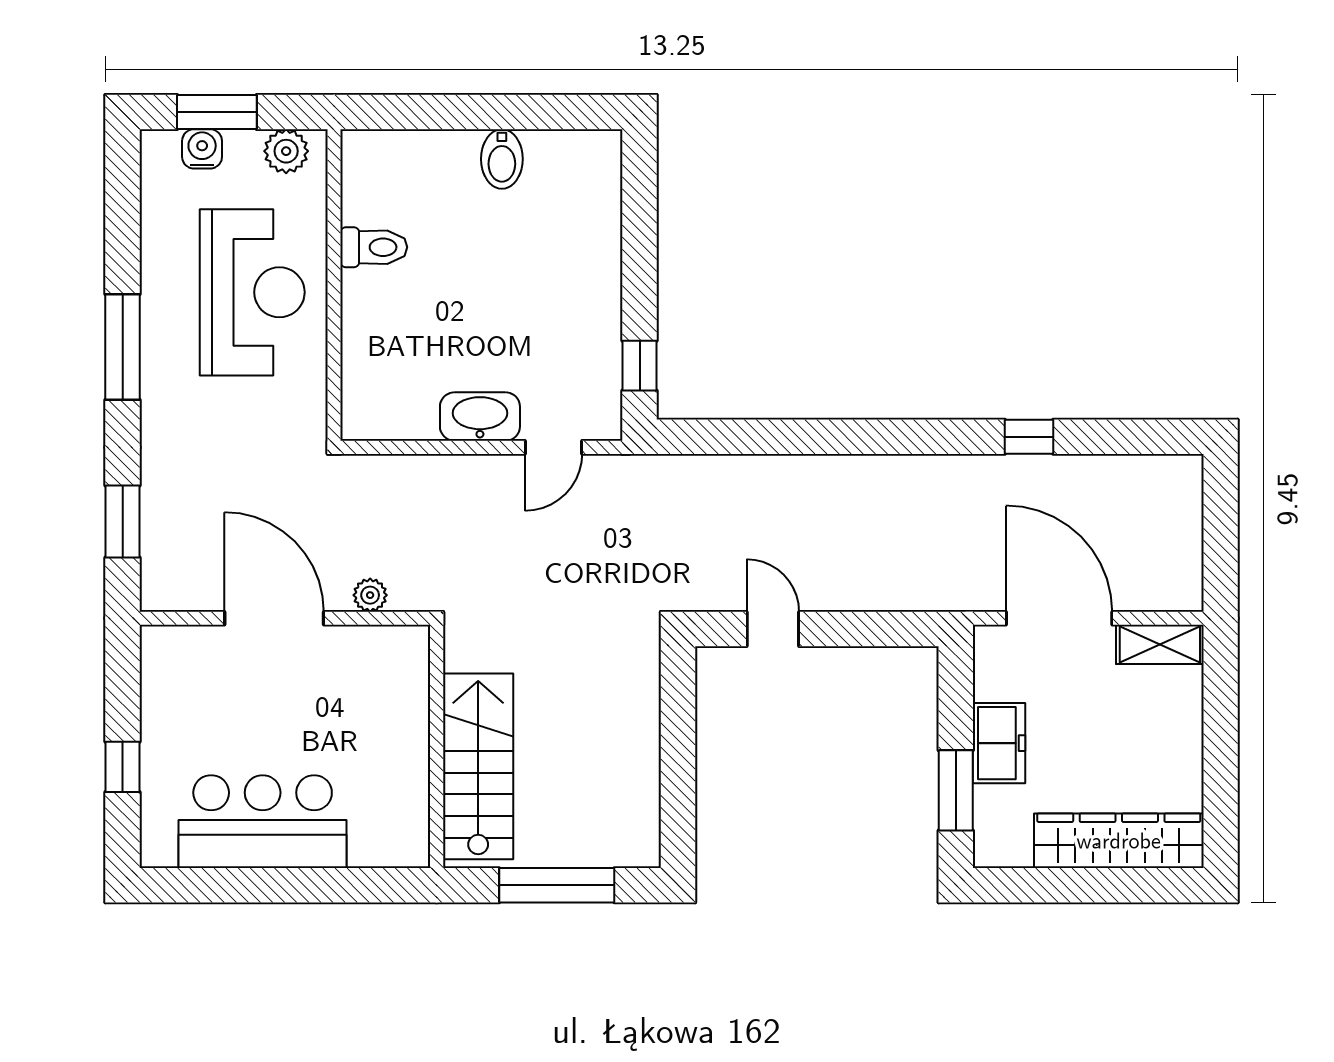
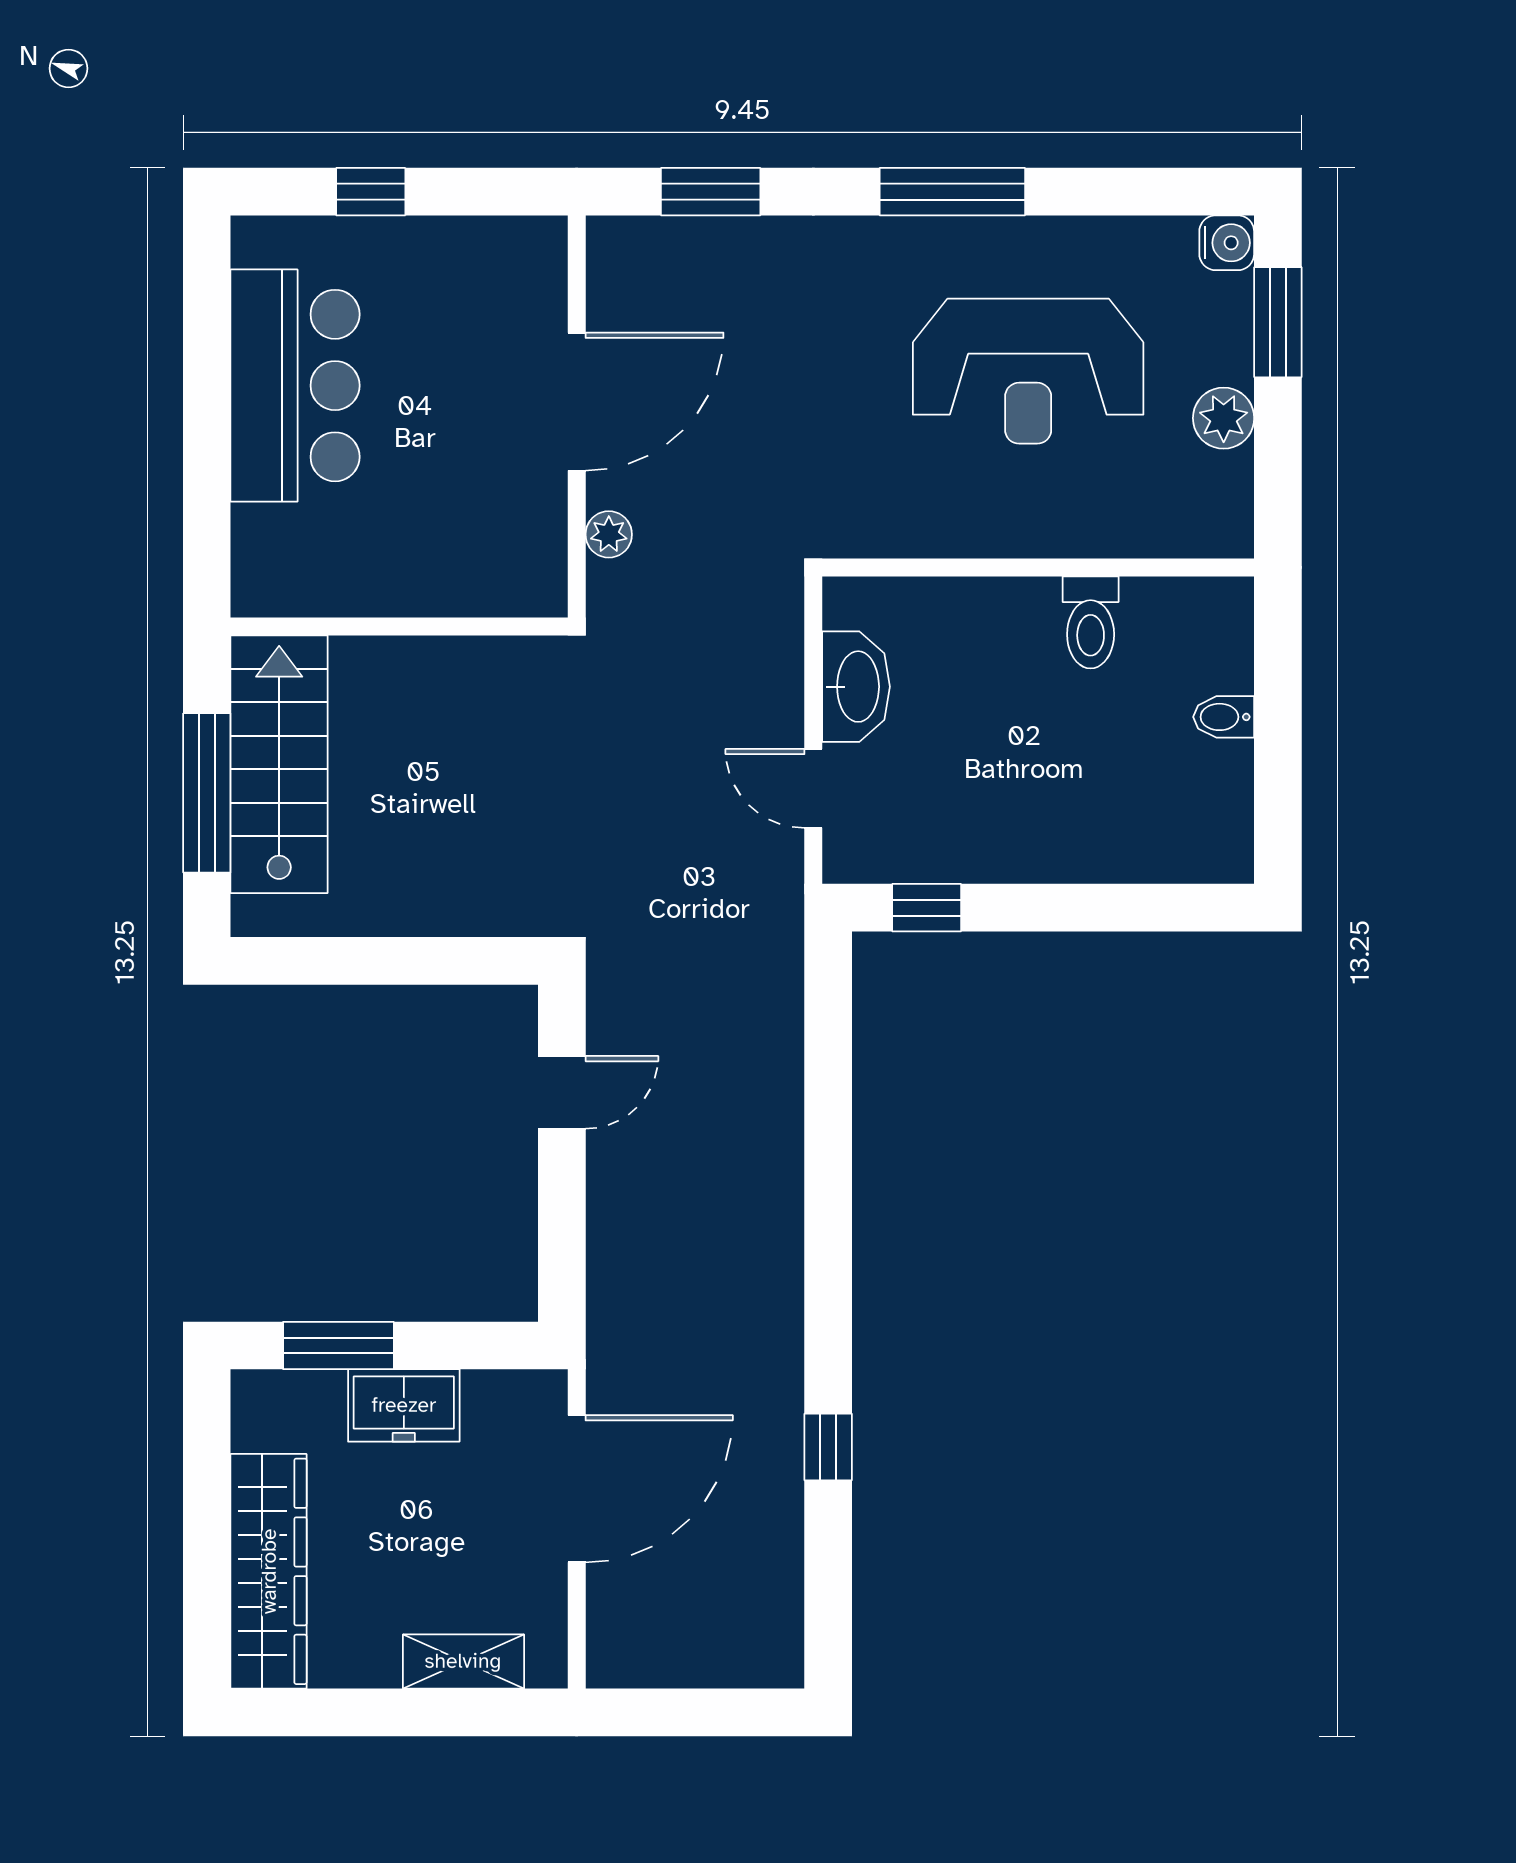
water cooler: (202, 149) -> (1227, 243), moved
bidet: (502, 159) -> (1224, 717), width x0.72, depth x0.74
toilet: (374, 247) -> (1091, 622), moved
wall: (334, 285) -> (1038, 567), moved
shelving: (1160, 644) -> (463, 1661), moved, turned 90
stairs: (478, 766) -> (279, 764), moved, turned -90

